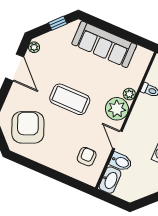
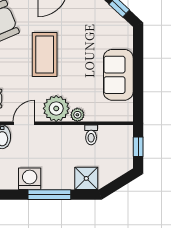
sofa: (104, 44) -> (118, 75), width x0.73

